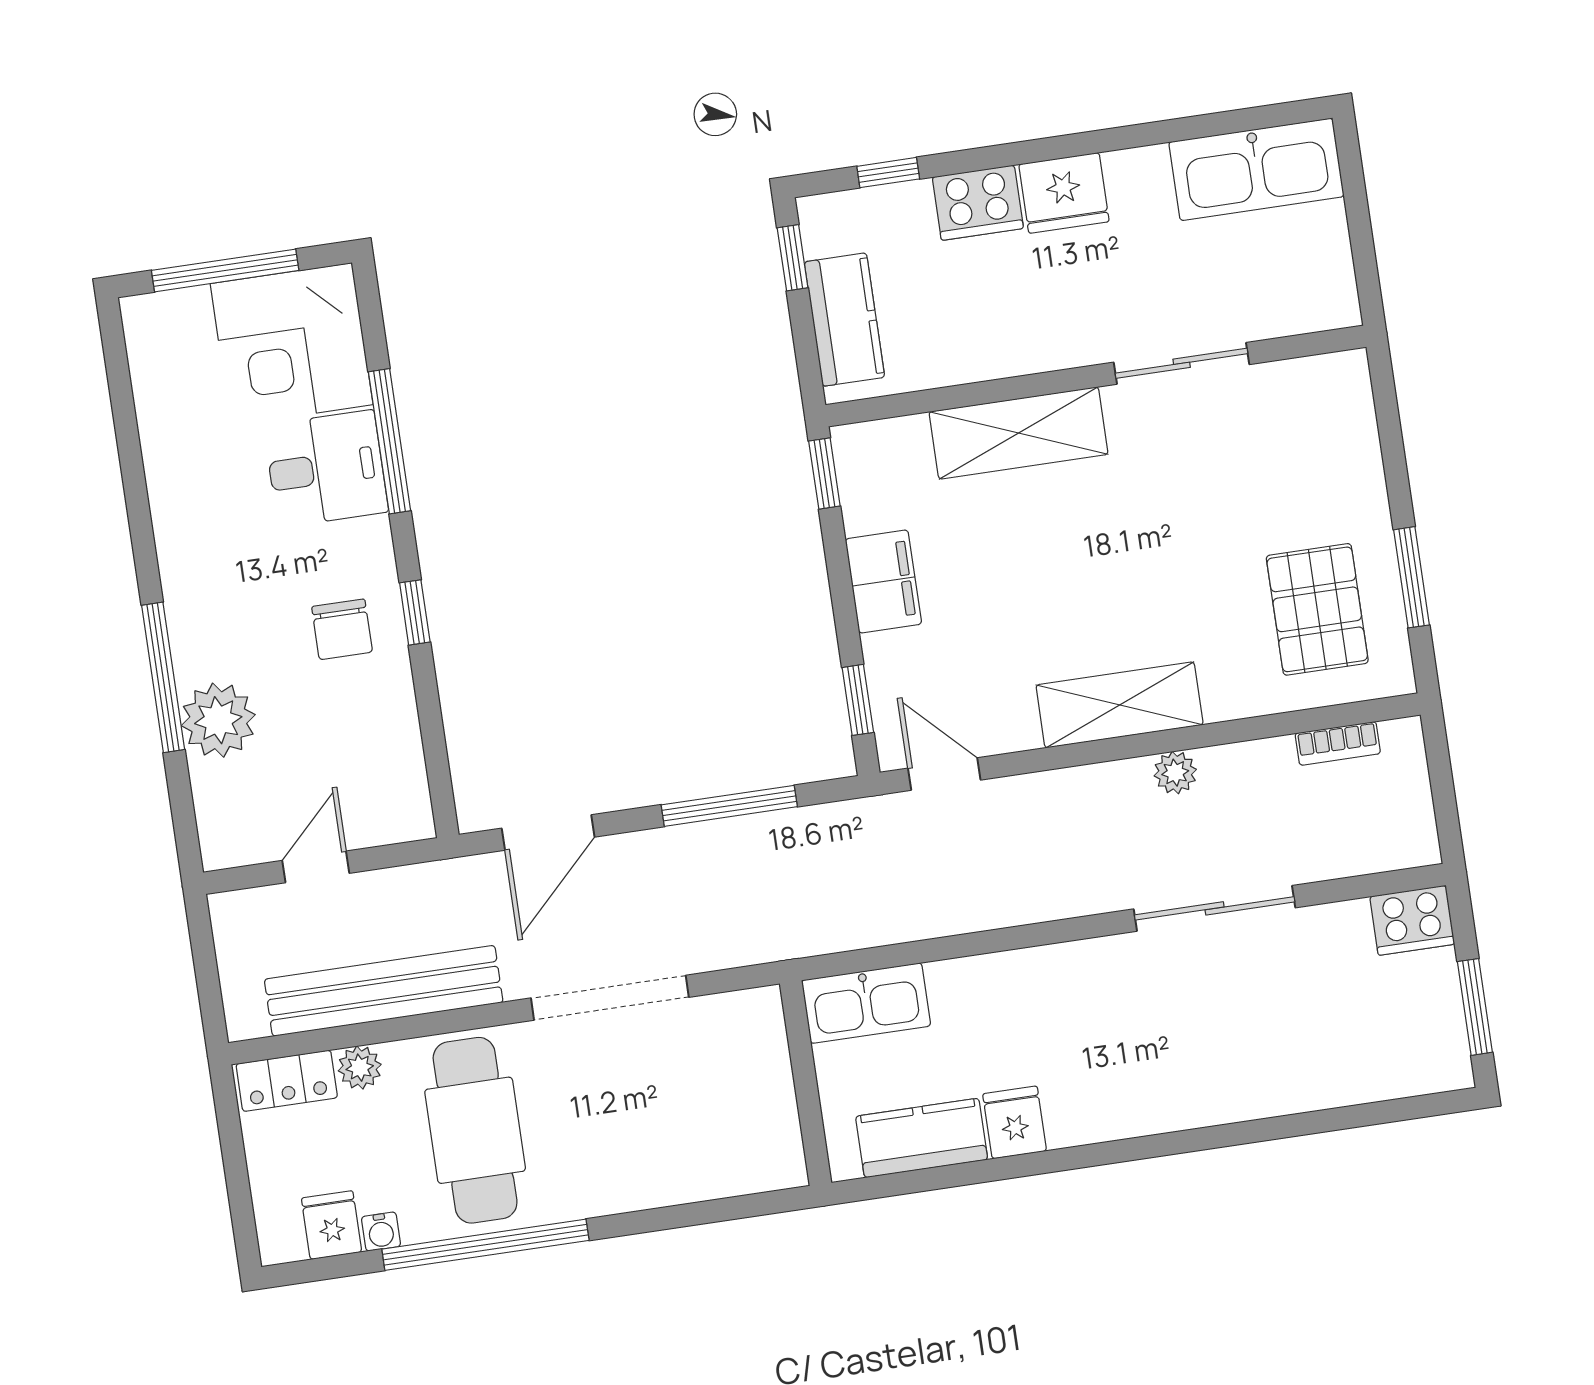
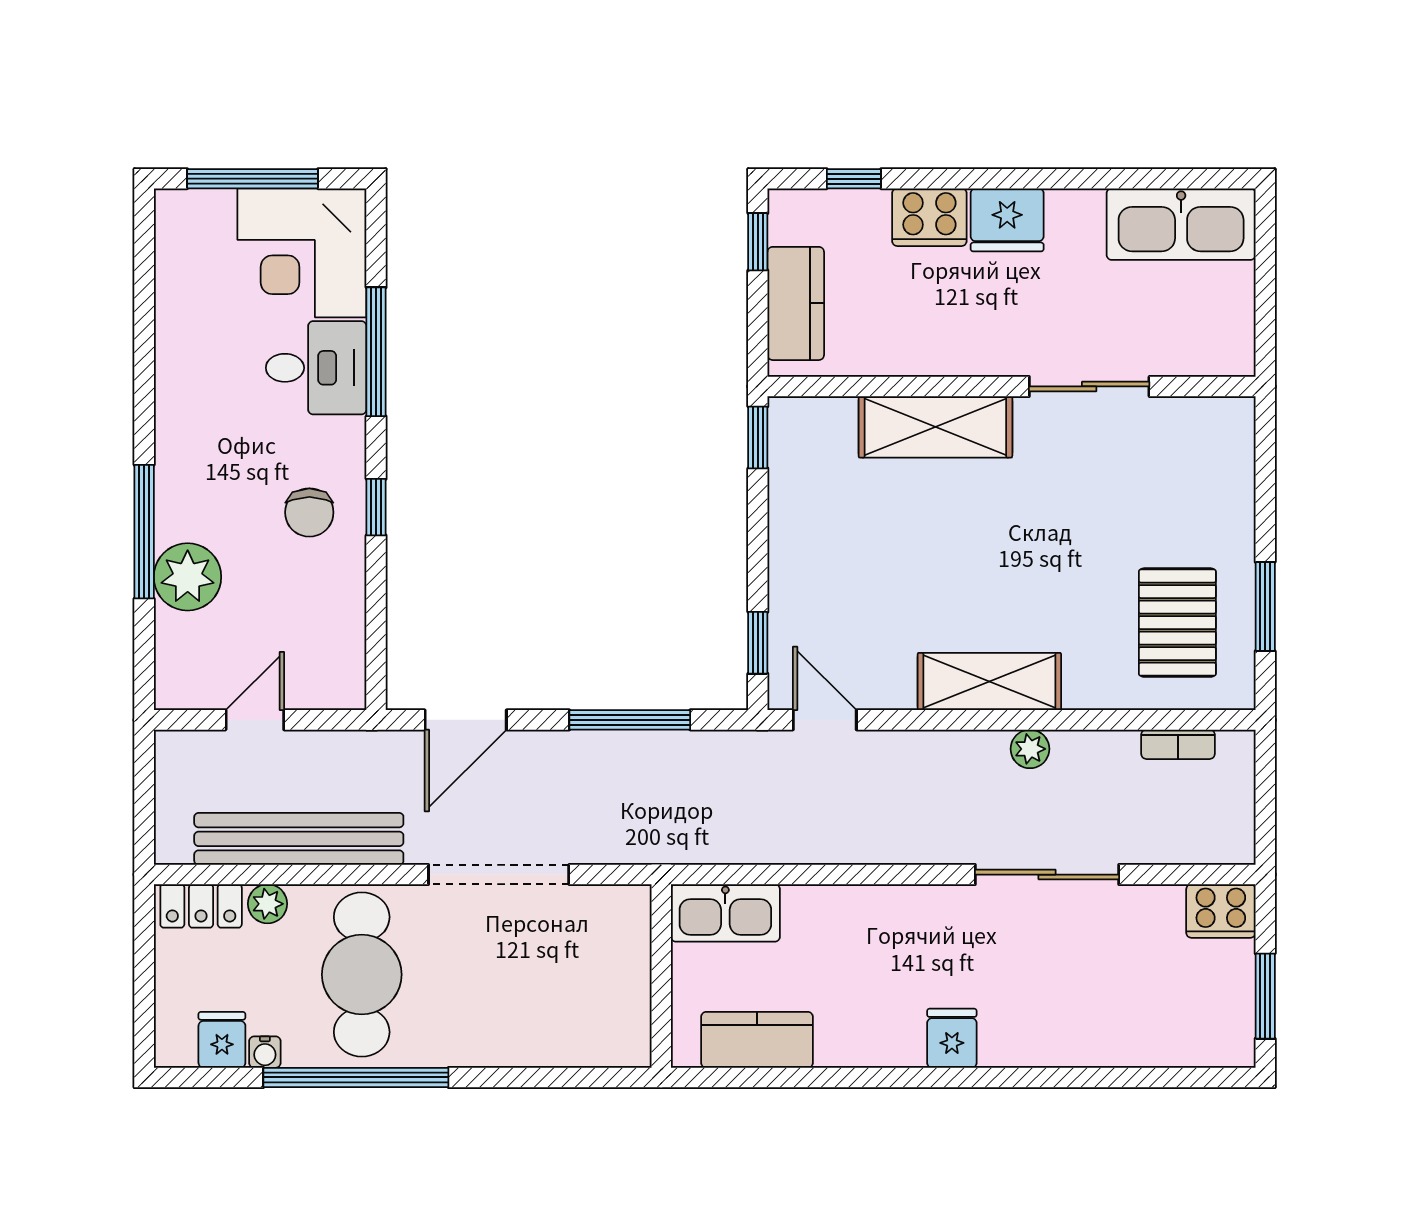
filing cabinet: (883, 582) -> (796, 541), removed
fridge: (1015, 1122) -> (952, 1038), moved

